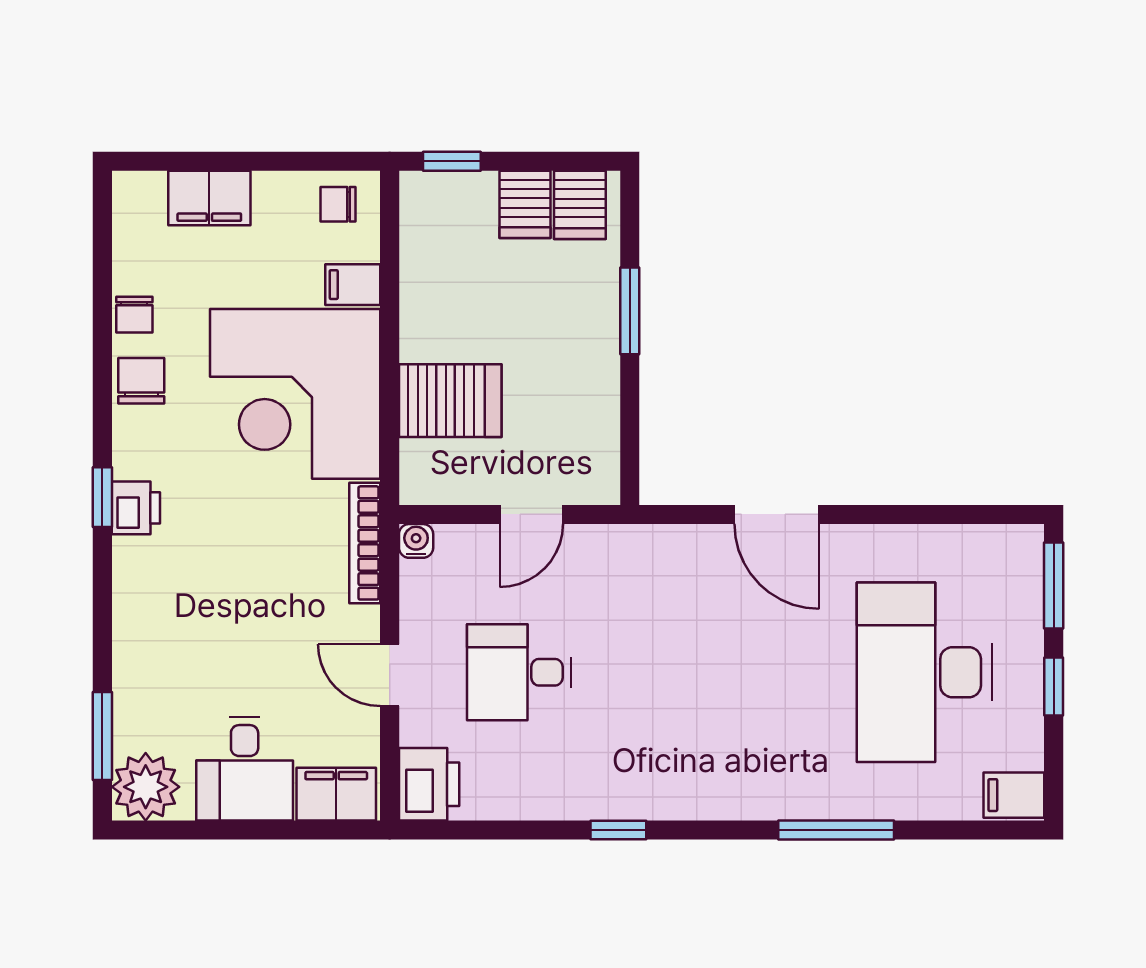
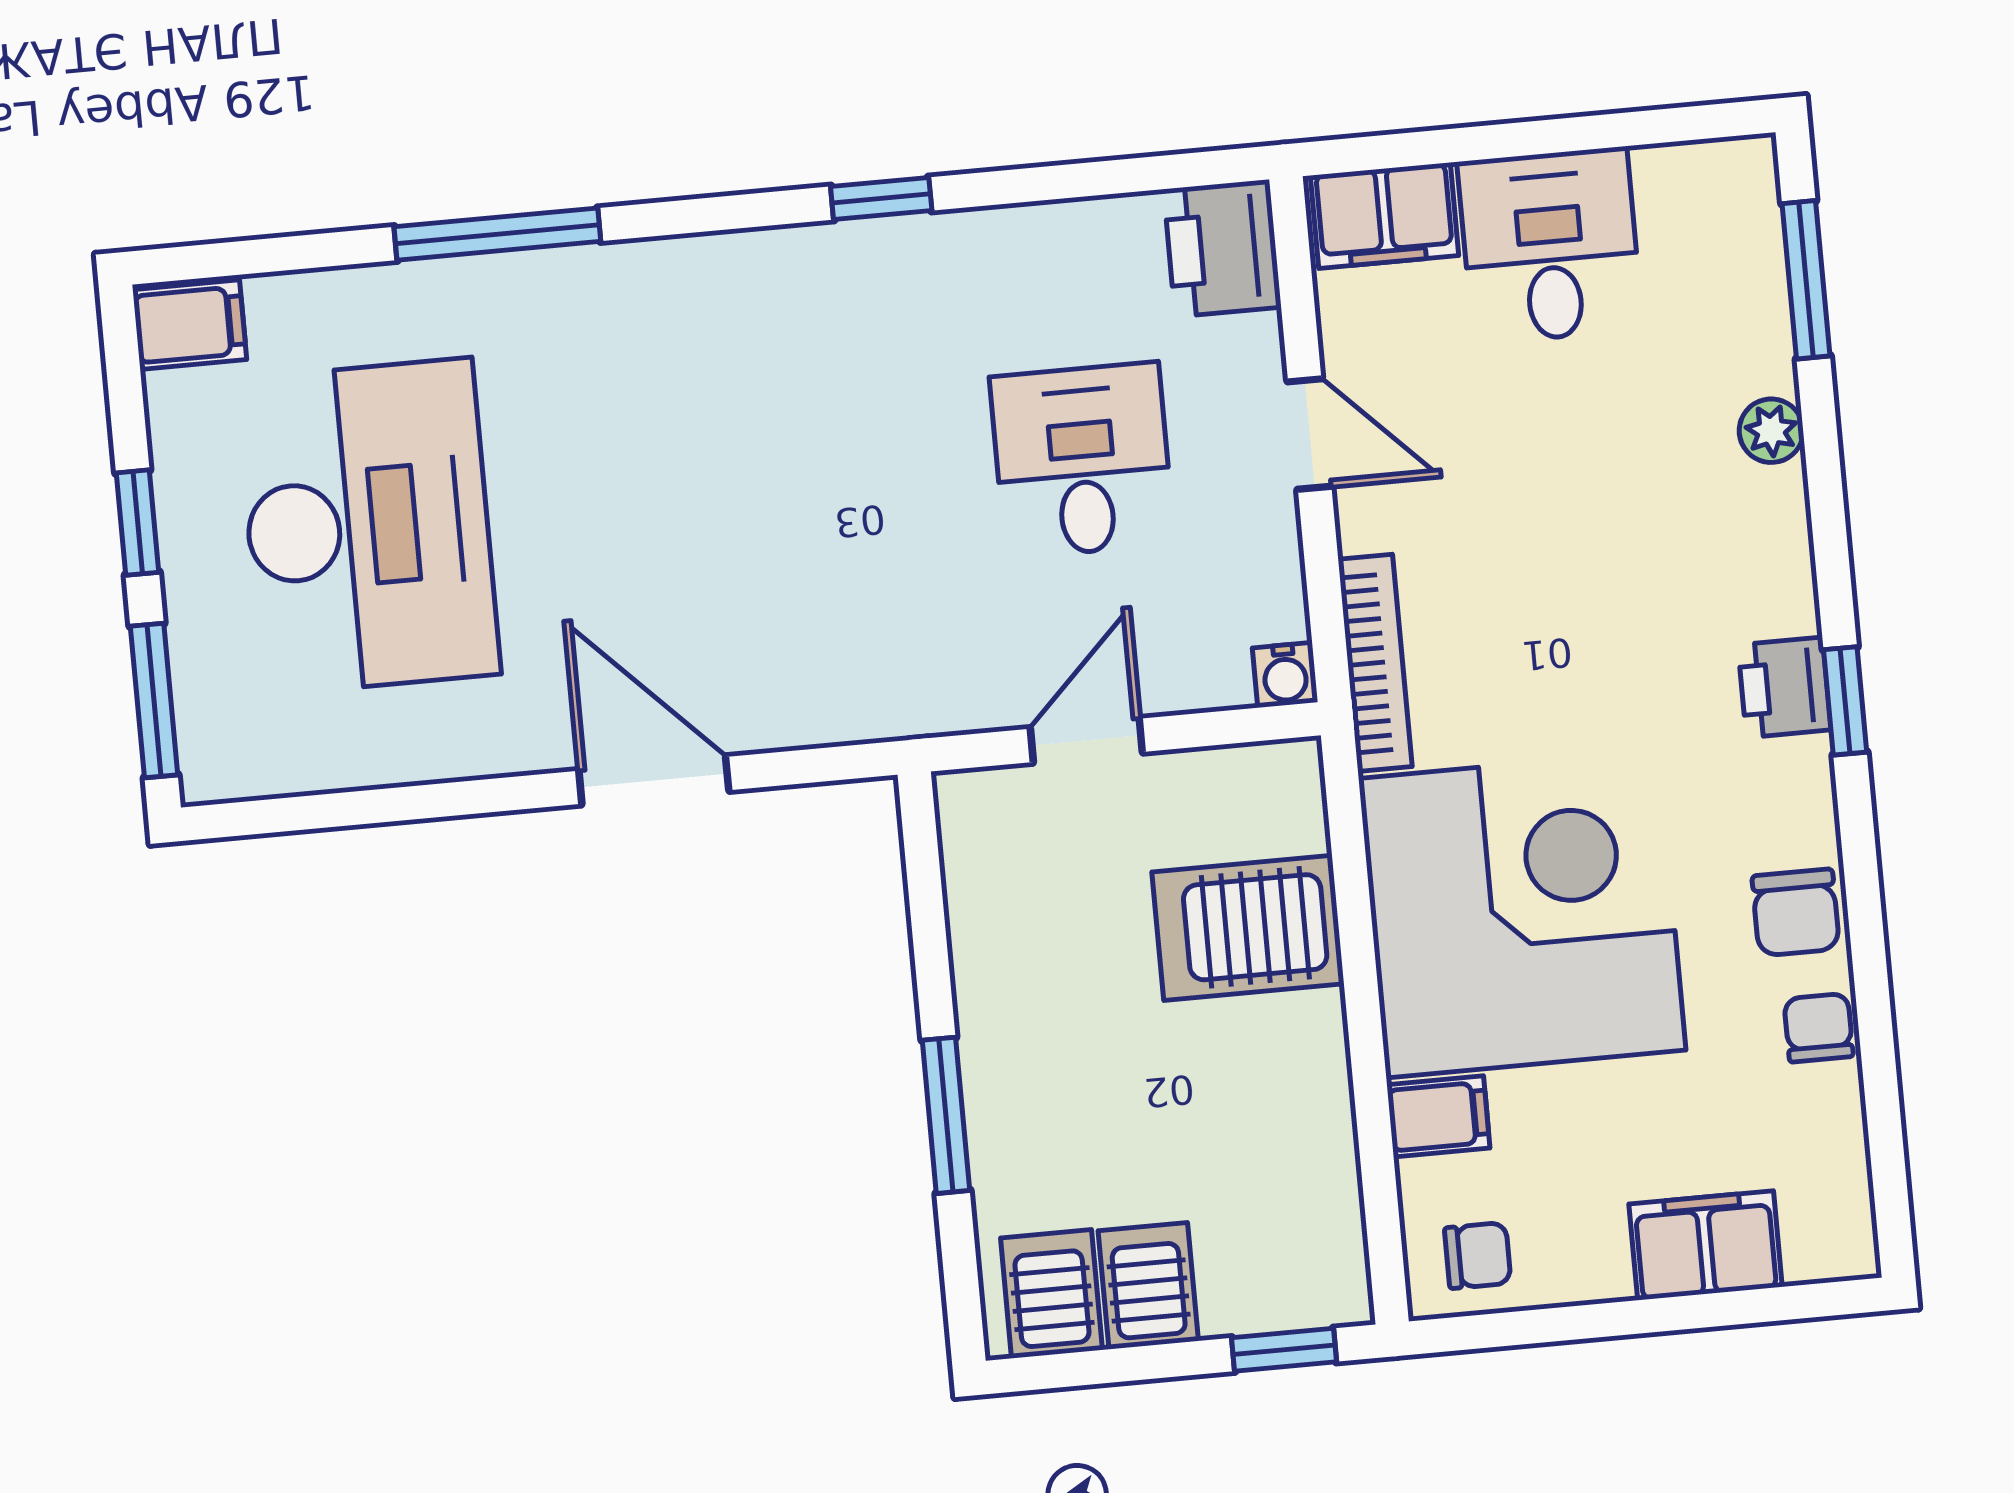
desk: (519, 672) -> (1082, 460), turned -90
plant: (146, 787) -> (1771, 431), moved, width x0.53, depth x0.53

